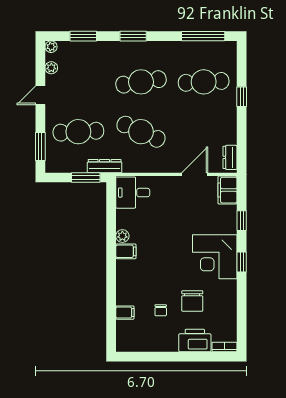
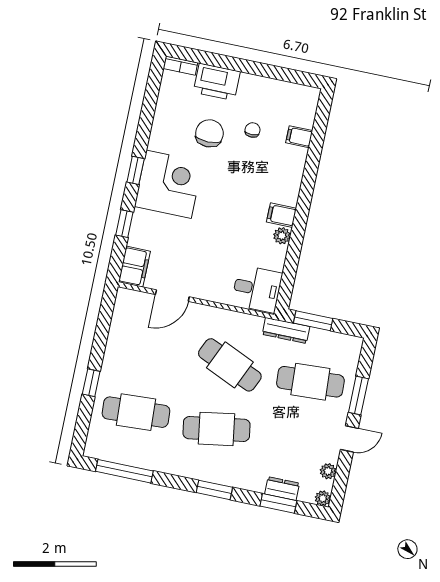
window: (40, 147) -> (358, 396), moved
dresser: (230, 157) -> (282, 489), moved, turned -90

